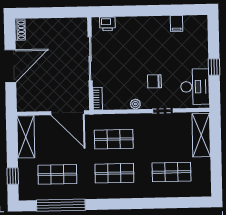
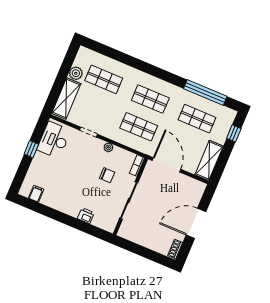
printer: (107, 24) -> (86, 216), moved
filing cabinet: (177, 24) -> (36, 194), moved
chair: (154, 81) -> (107, 175), moved
plant: (203, 166) -> (76, 73), added

